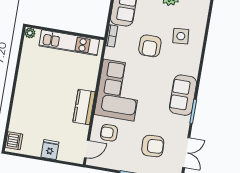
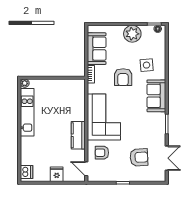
kitchen unit: (69, 43) -> (27, 112), moved, turned -90
sofa: (183, 95) -> (156, 96), moved
door: (87, 149) -> (86, 169), swing flipped

